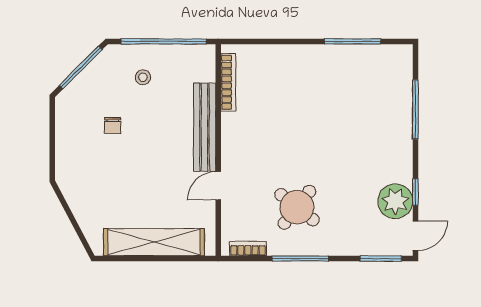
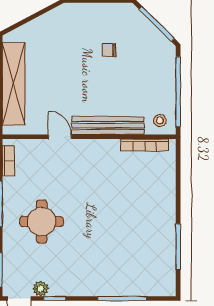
stool: (143, 77) -> (160, 120), moved
plant: (395, 201) -> (40, 289), width x0.53, depth x0.53
round table: (297, 207) -> (42, 222), moved, turned -38

